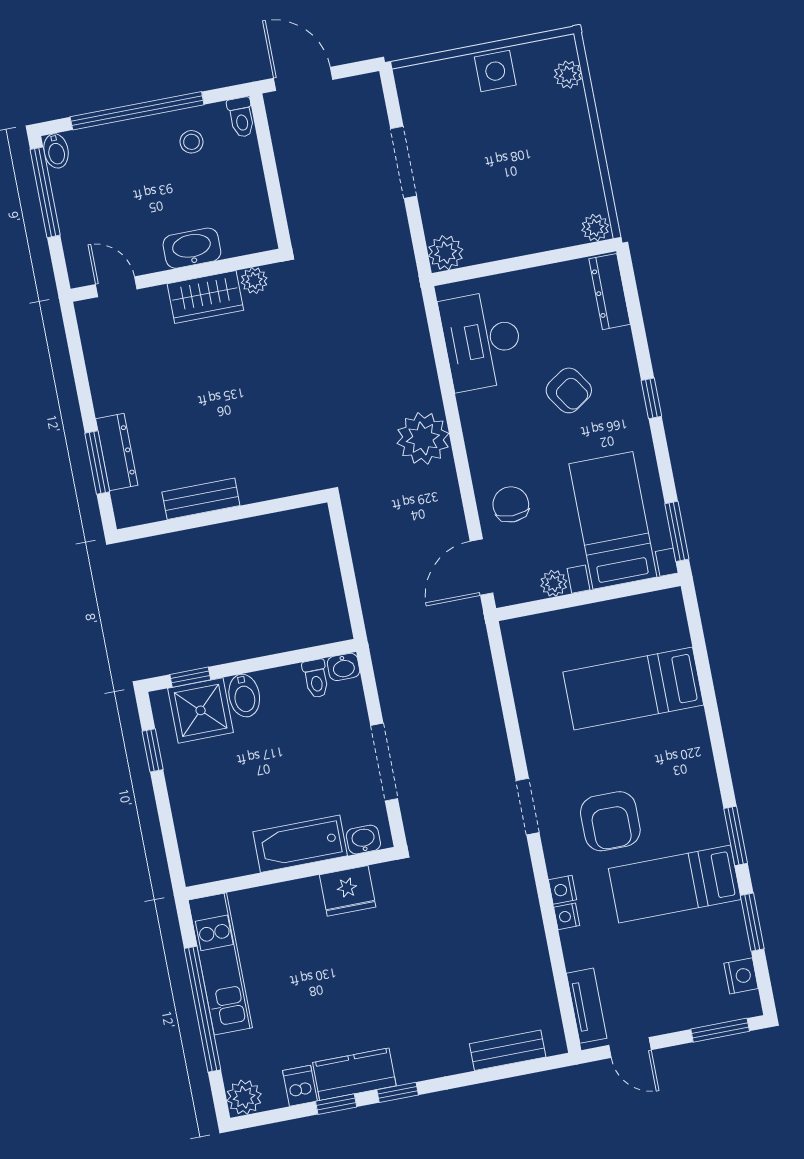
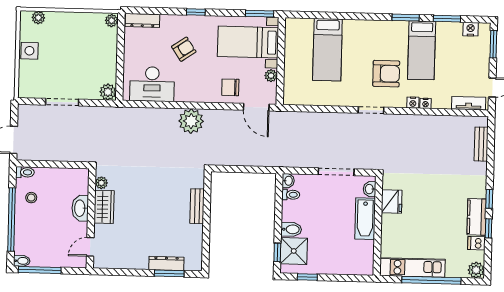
bench: (201, 499) -> (197, 206), moved

